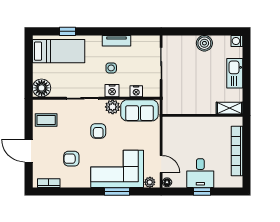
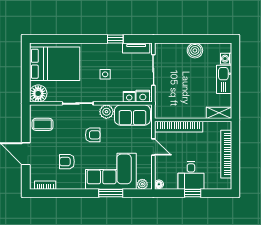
window: (68, 31) -> (115, 39), moved
tv unit: (117, 41) -> (136, 48), moved
washing machine: (237, 41) -> (226, 59), moved
bed: (59, 51) -> (55, 64), width x1.50
nightstand: (112, 91) -> (143, 96), moved
bookcase: (188, 122) -> (179, 127), added
armchair: (98, 131) -> (93, 135), turned -90
door: (161, 164) -> (153, 147), moved

